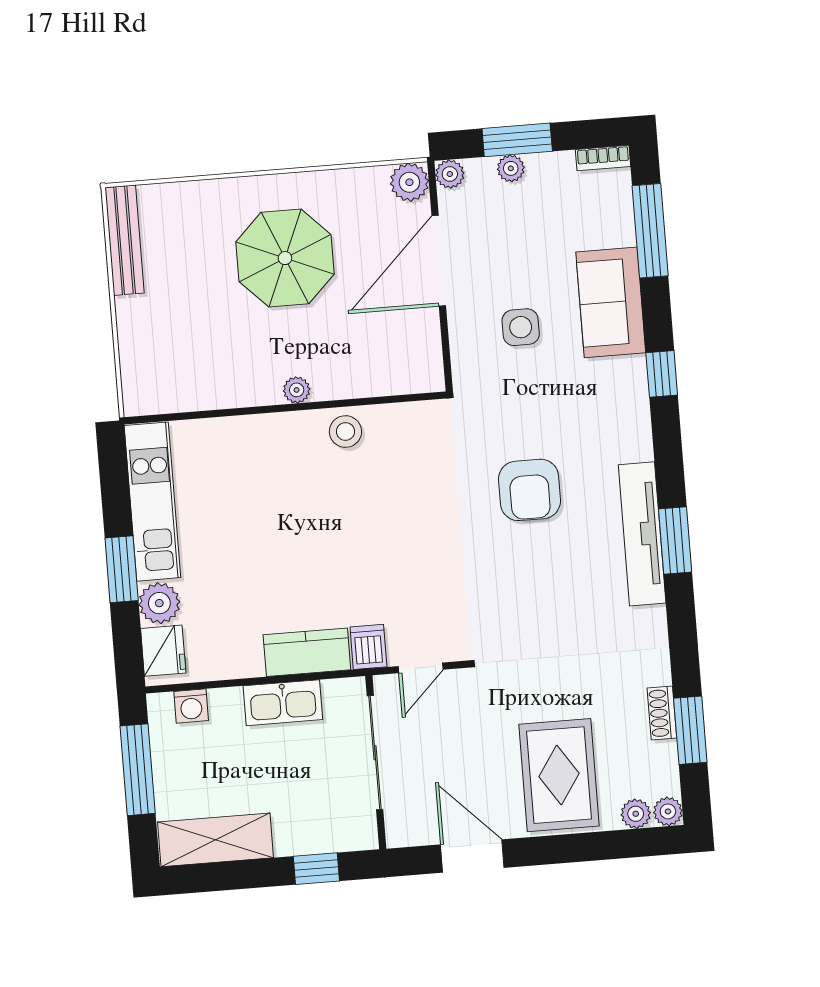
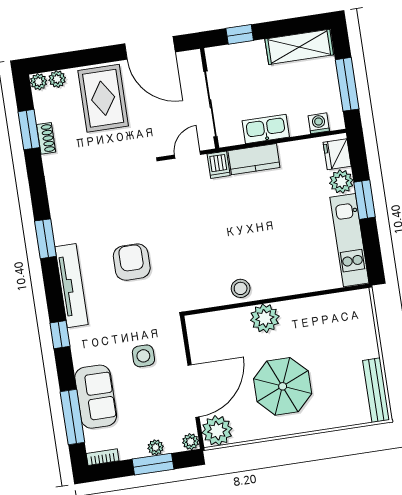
plant: (409, 182) -> (217, 431), width x1.36, depth x1.36
sofa: (611, 302) -> (96, 397), moved
plant: (297, 390) -> (265, 318), width x1.87, depth x1.87
tv unit: (642, 534) -> (72, 286), moved
door: (472, 856) -> (150, 48), width x1.36

